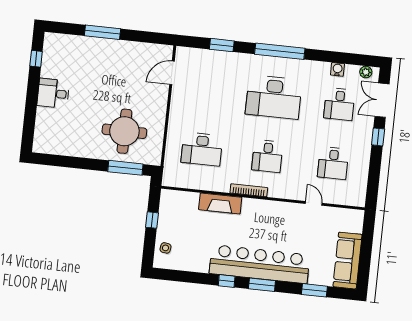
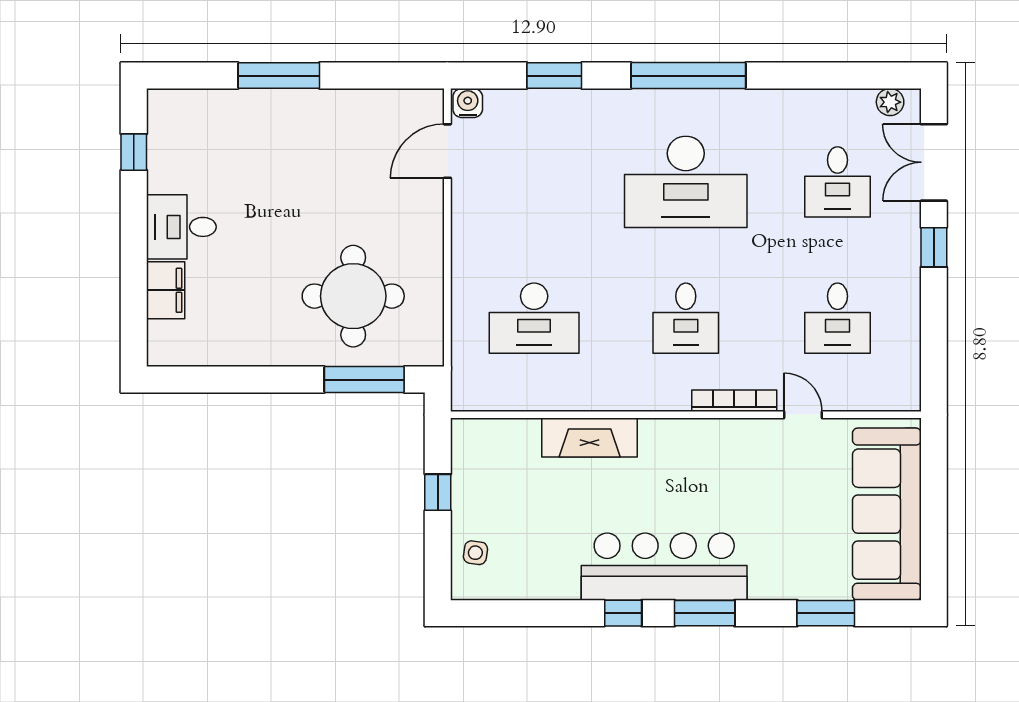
water cooler: (337, 69) -> (468, 103), moved
filing cabinet: (44, 120) -> (166, 290), added
bookcase: (249, 190) -> (734, 401), moved
sofa: (347, 261) -> (887, 514), width x1.36, depth x1.27
bar counter: (260, 264) -> (664, 567), width x0.73

